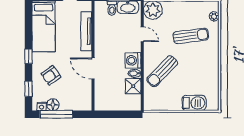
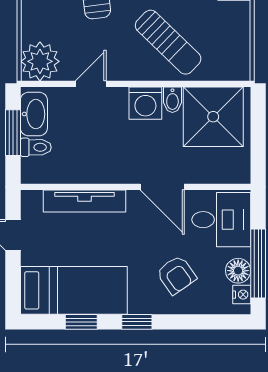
door: (93, 68) -> (162, 187), hinge flipped
shower: (133, 86) -> (213, 117), width x1.86, depth x1.86
window: (28, 89) -> (81, 322), moved
desk: (77, 97) -> (221, 220), added

